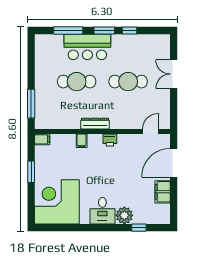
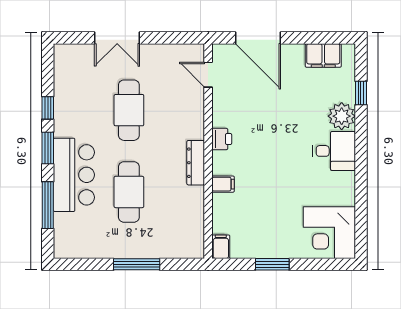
window: (31, 104) -> (137, 264), moved
filing cabinet: (163, 192) -> (323, 55), moved
corner desk: (57, 202) -> (329, 233), width x0.74, depth x0.74

